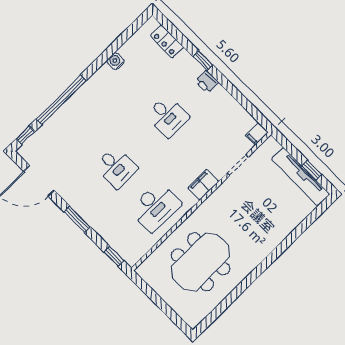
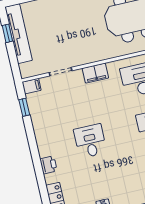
window: (203, 61) -> (24, 107), moved
printer: (207, 82) -> (48, 165), moved

